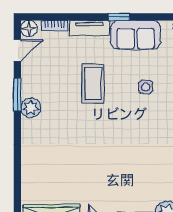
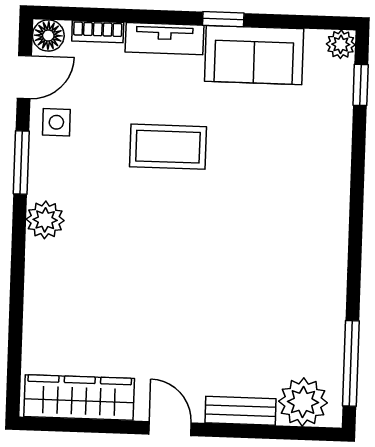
coffee table: (93, 84) -> (168, 147), turned 90
side table: (146, 87) -> (56, 122), moved
plant: (31, 108) -> (45, 220), moved

